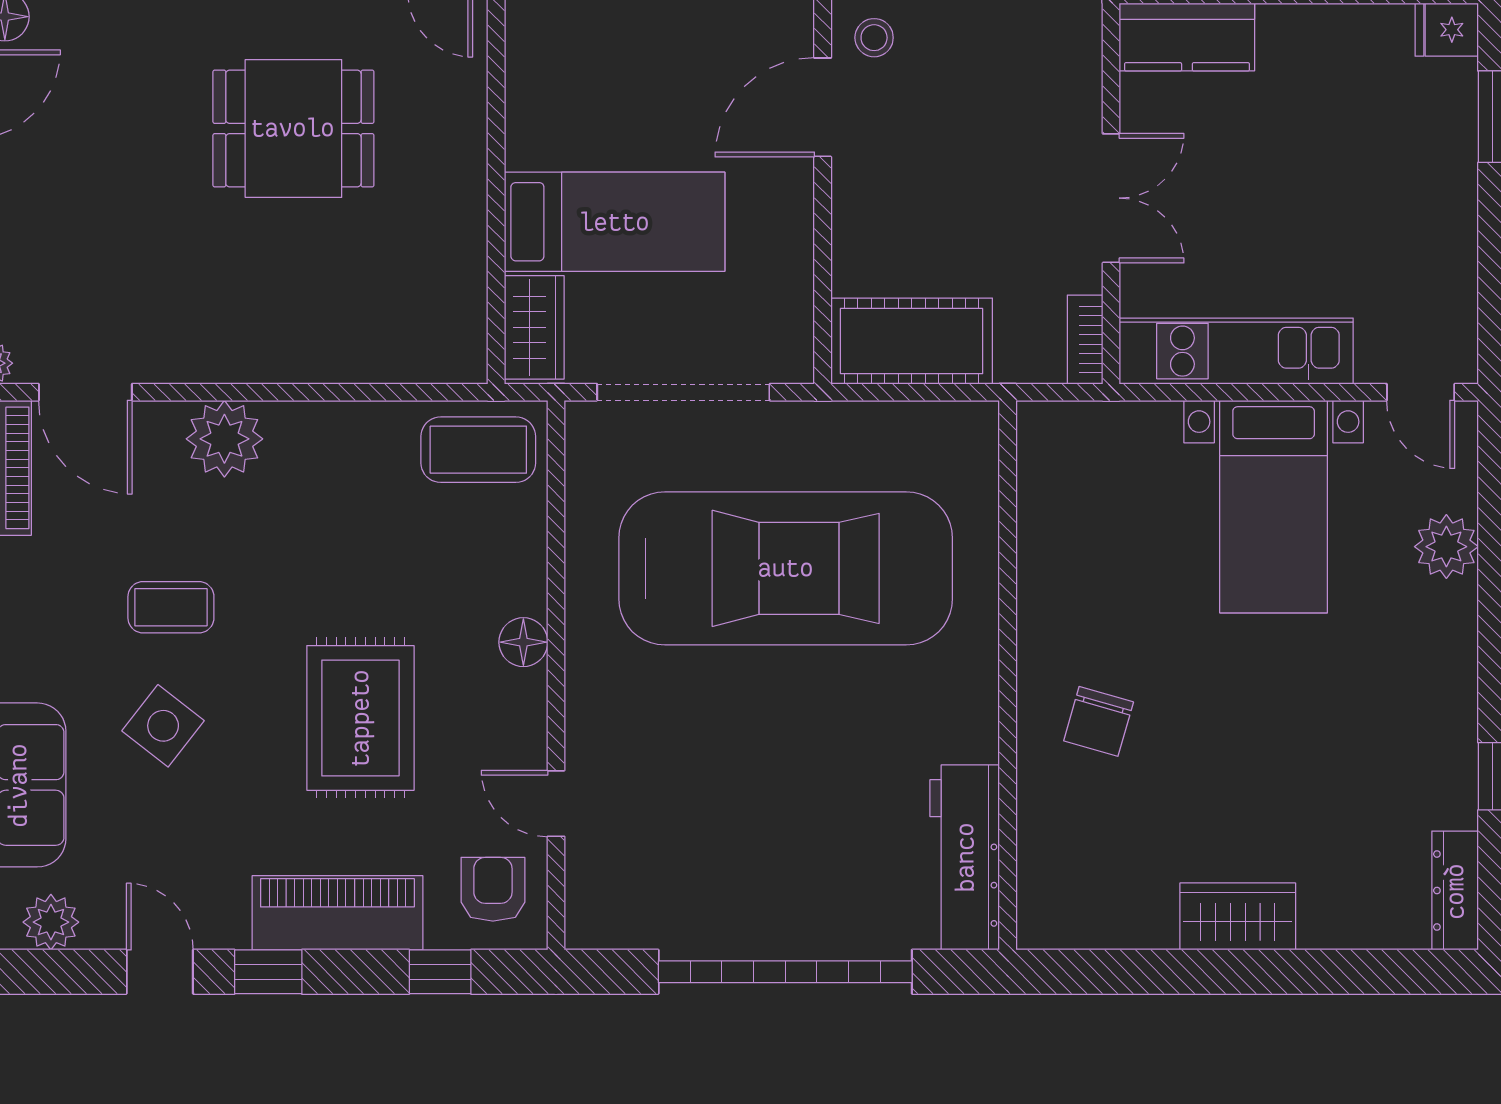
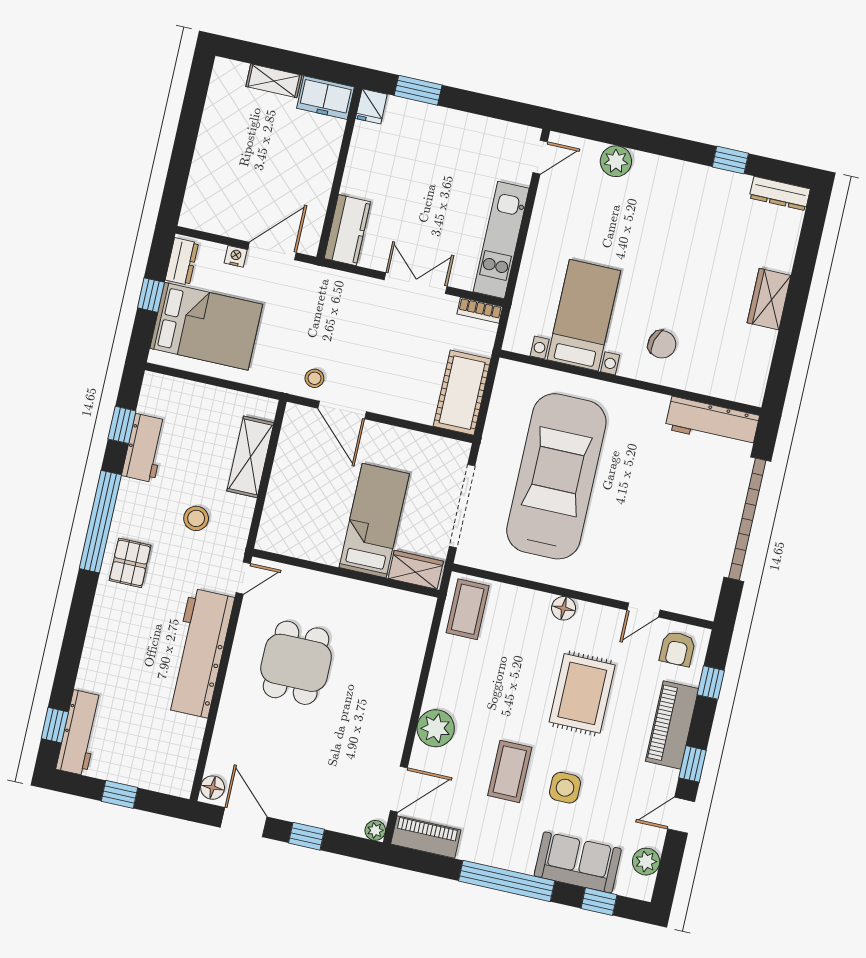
bed with nightstands: (1274, 507) -> (584, 315), moved, turned -90
coffee table: (171, 607) -> (510, 771), width x1.36, depth x1.30
rug: (360, 718) -> (582, 693), turned 90
side table: (163, 726) -> (565, 788), turned -38
armchair: (493, 889) -> (677, 649), turned -90

